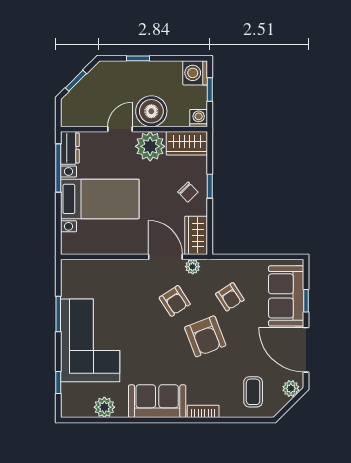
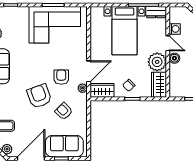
boiler: (151, 111) -> (174, 58), width x0.54, depth x0.54
washing machine: (199, 118) -> (175, 29), moved
armchair: (230, 297) -> (64, 111), turned 78
armchair: (175, 301) -> (61, 77), turned 123
armchair: (205, 336) -> (39, 96), turned 91
corner sofa: (90, 340) -> (55, 25), moved

